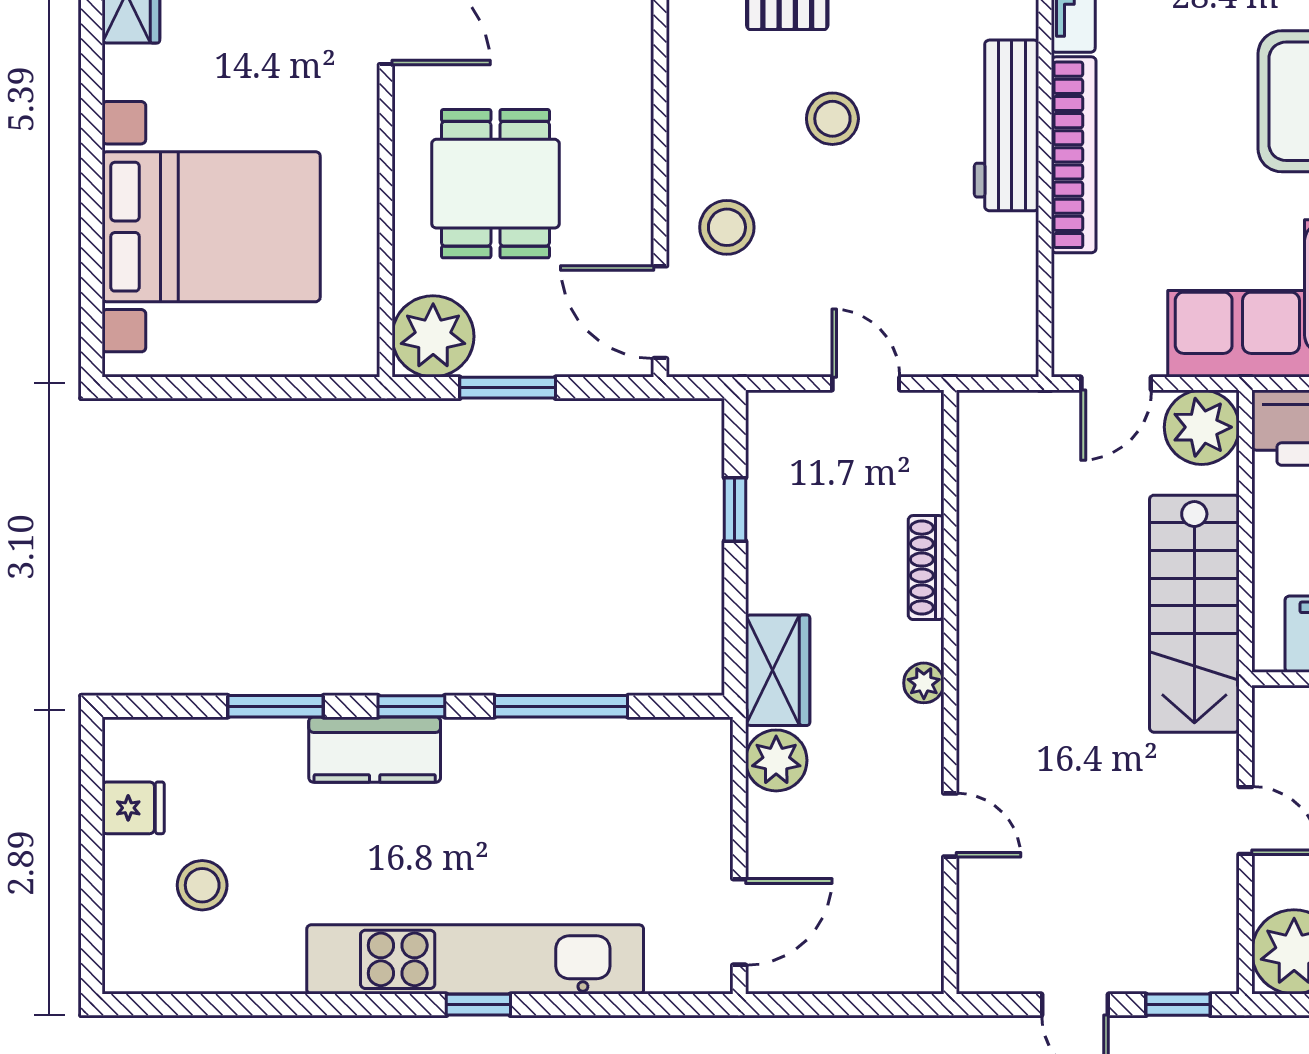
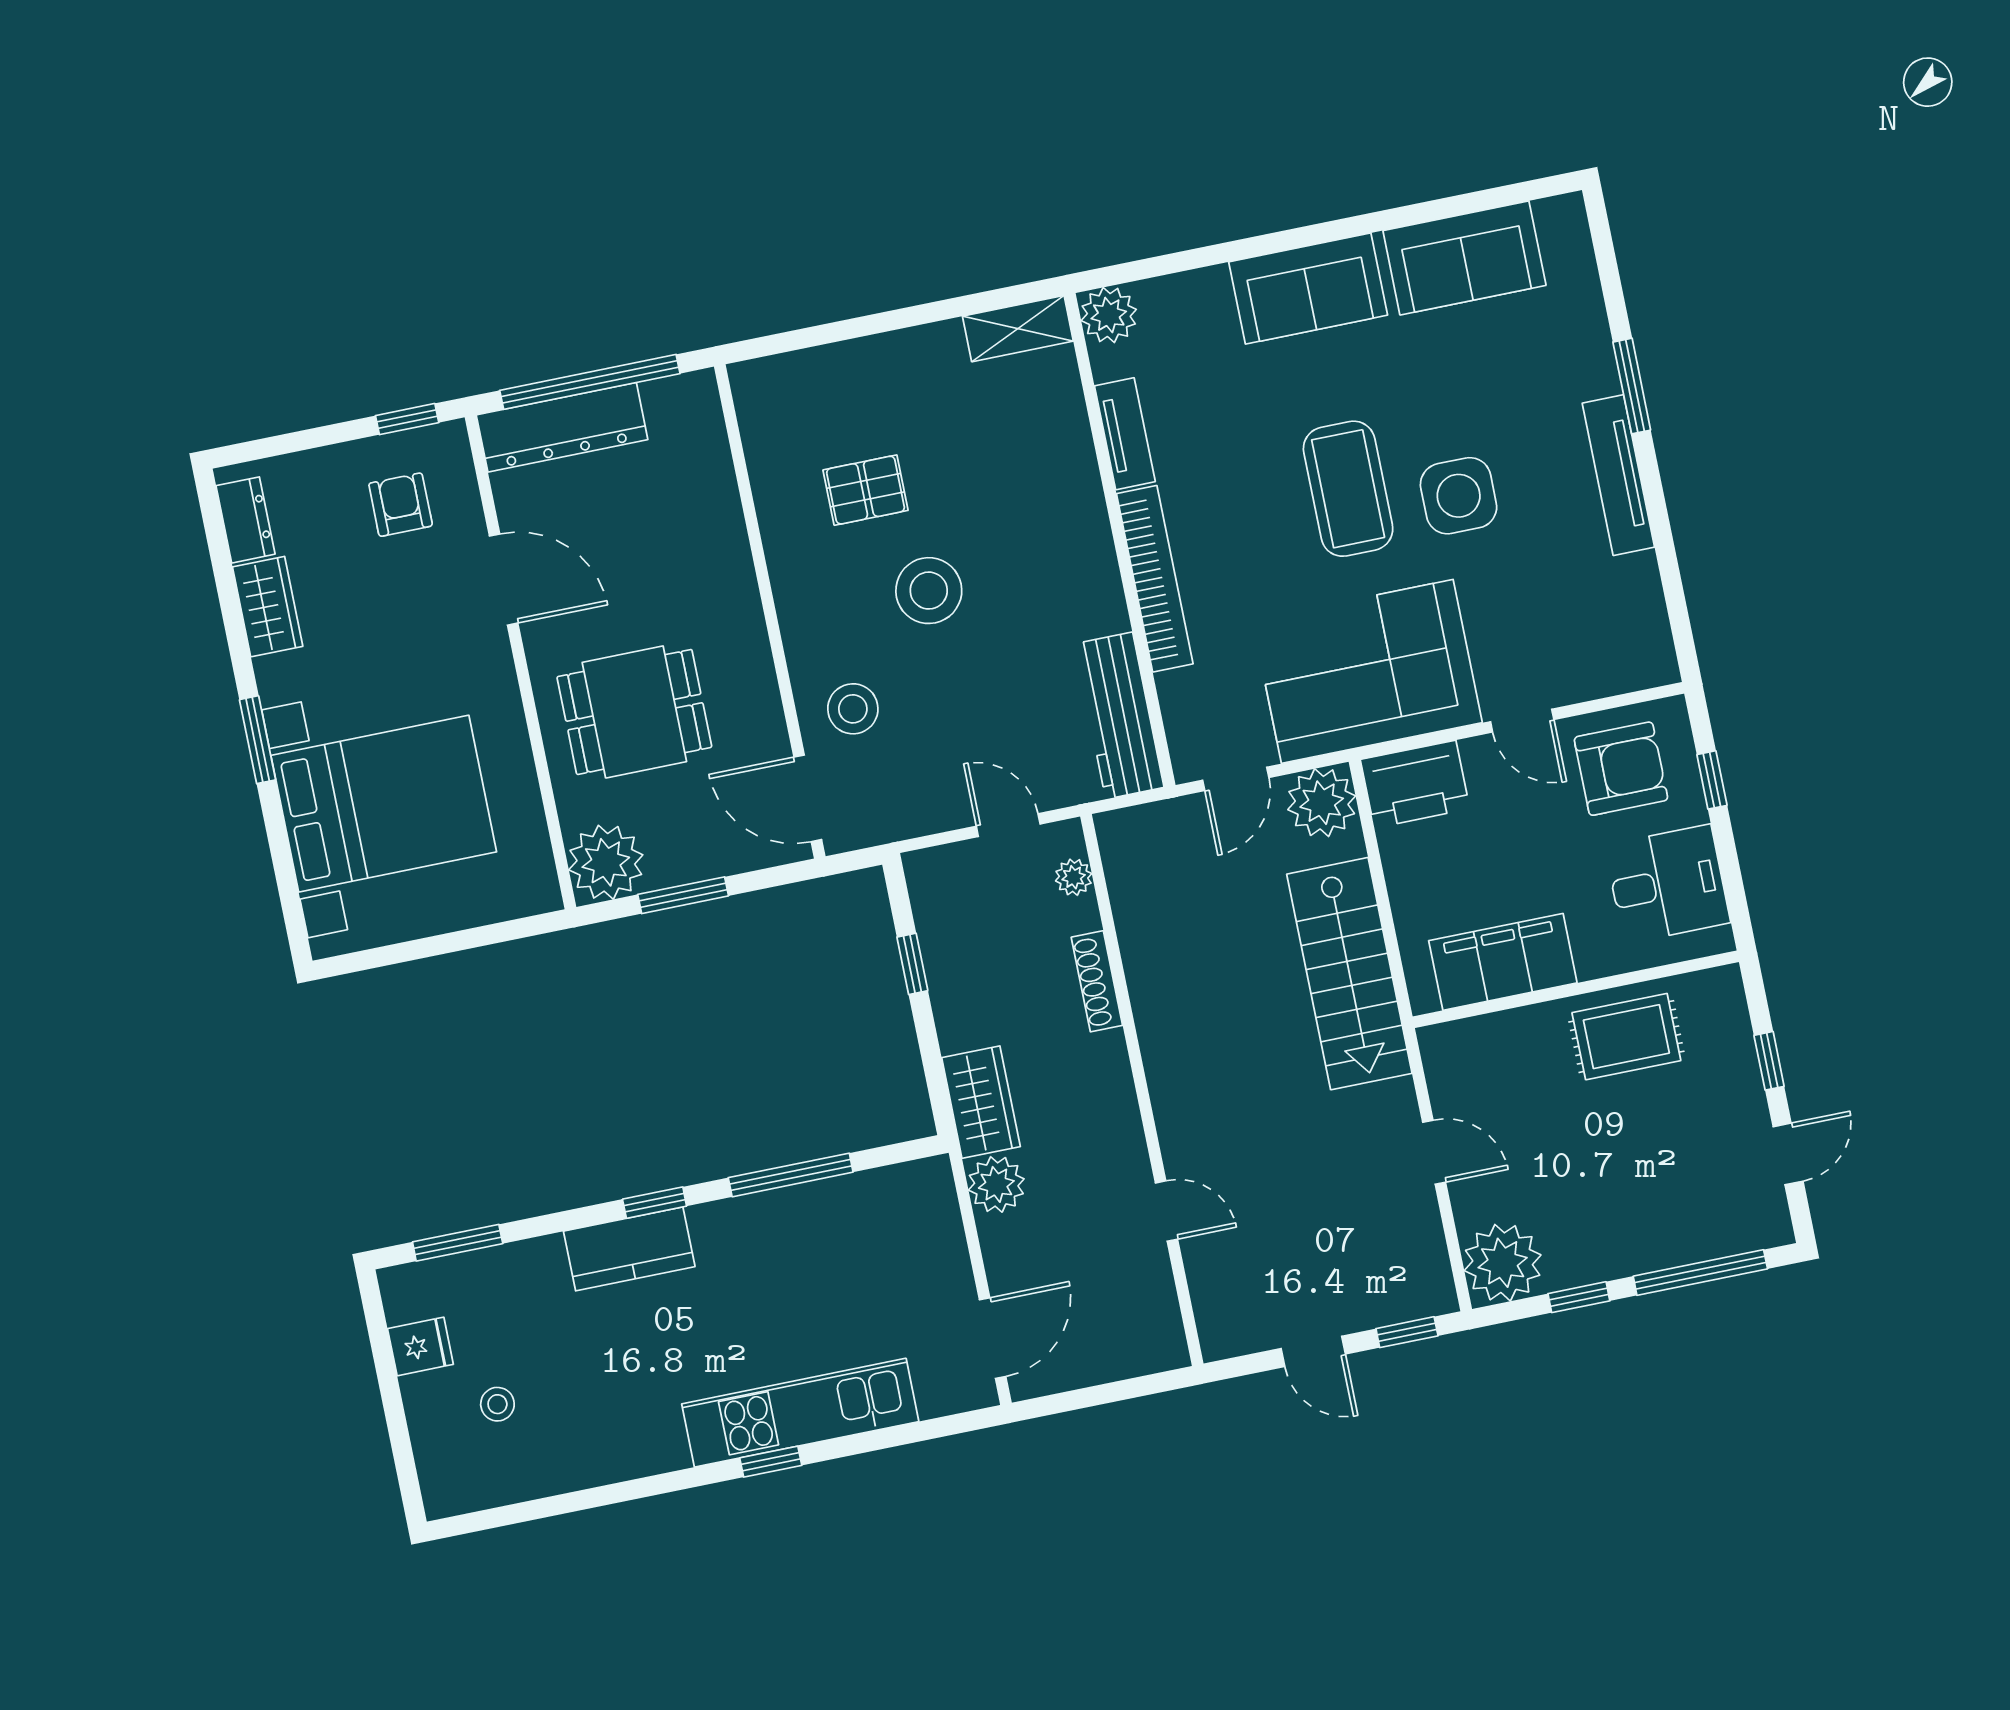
stool: (832, 119) -> (929, 591), width x1.38, depth x1.38
workbench: (1007, 125) -> (1119, 716), moved
window: (92, 132) -> (258, 740), added
dining table: (495, 184) -> (634, 712), turned 90
plant: (924, 683) -> (1074, 877), moved
window: (276, 706) -> (458, 1243), moved
stool: (202, 885) -> (497, 1404), width x0.73, depth x0.73
kitchen unit: (475, 959) -> (800, 1413), width x0.73

